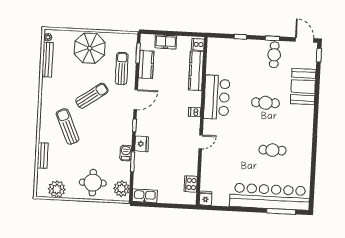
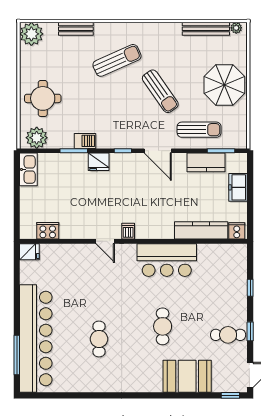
dishwasher: (195, 112) -> (128, 231), moved
plant: (57, 189) -> (31, 34), moved

